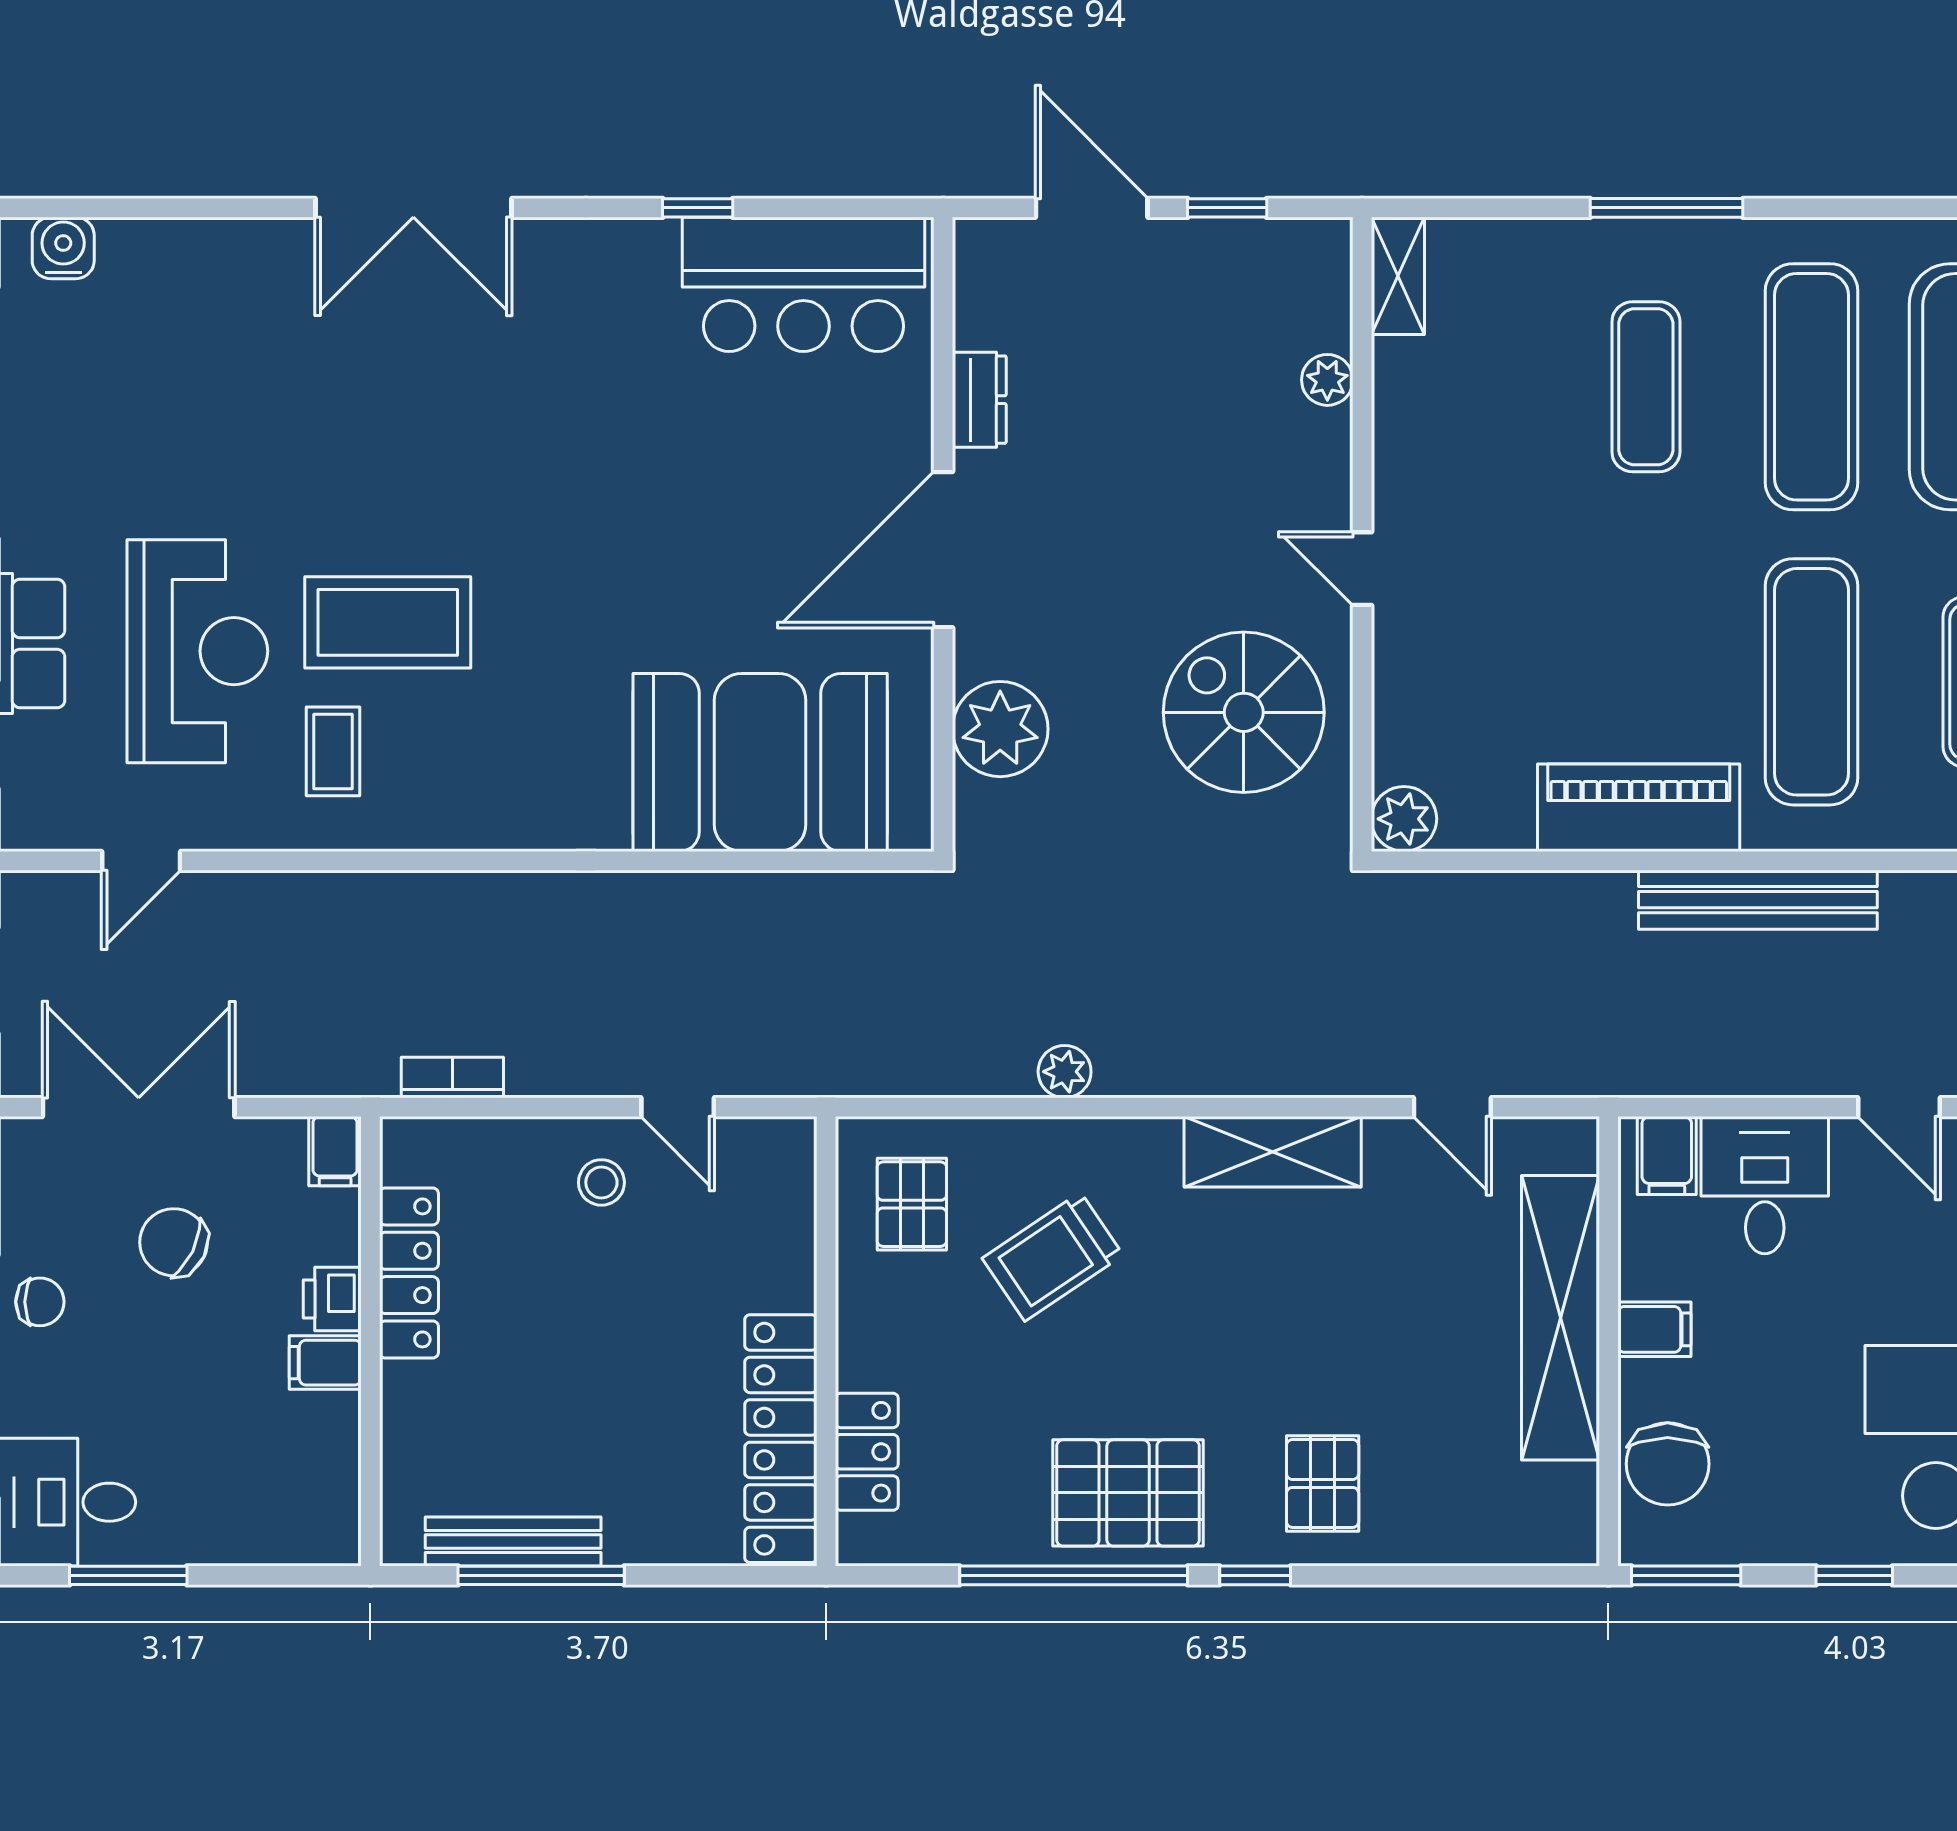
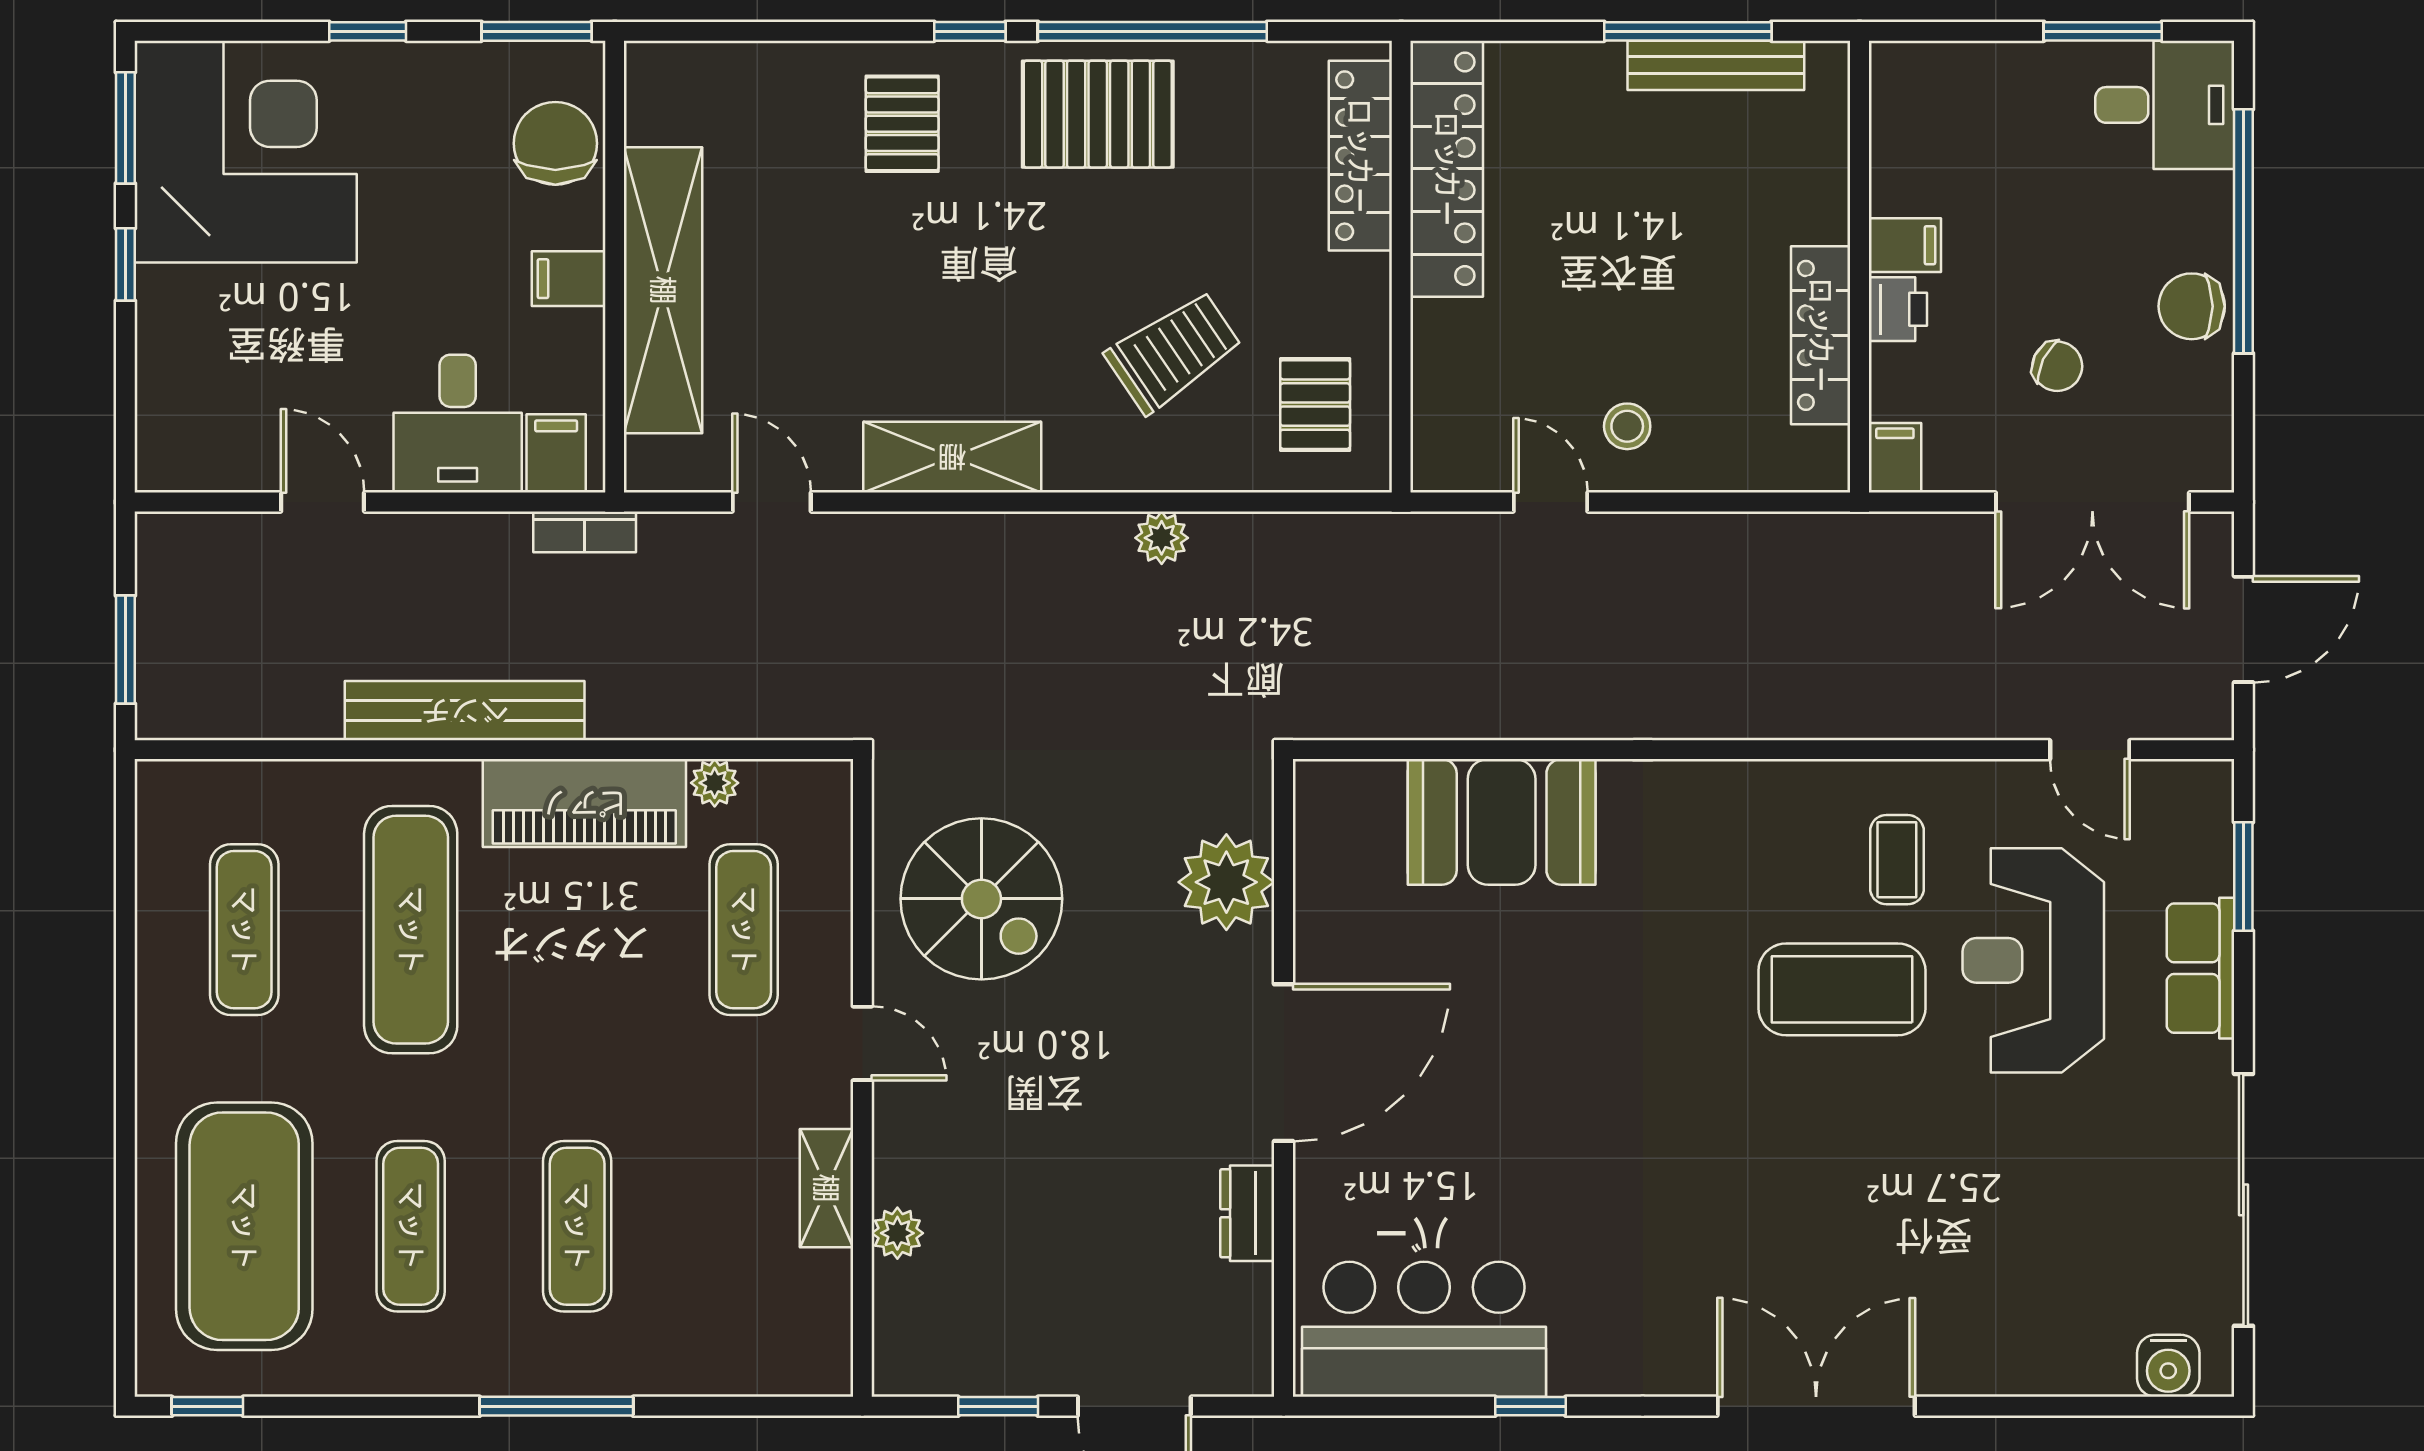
shelving: (1398, 276) -> (826, 1188), moved
exercise mat: (1811, 387) -> (411, 1226), width x0.73, depth x0.69
exercise mat: (1480, 682) -> (744, 930), added
booth: (760, 762) -> (1502, 822), width x0.73, depth x0.70
plant: (1404, 819) -> (715, 783), moved, width x0.73, depth x0.73
door: (141, 861) -> (2090, 750), swing flipped
bookcase: (452, 1078) -> (585, 532), moved
chair: (174, 1242) -> (2057, 366), width x0.73, depth x0.73
chair: (40, 1302) -> (2192, 306), width x1.37, depth x1.37
locker: (867, 1452) -> (1360, 156), width x1.53

